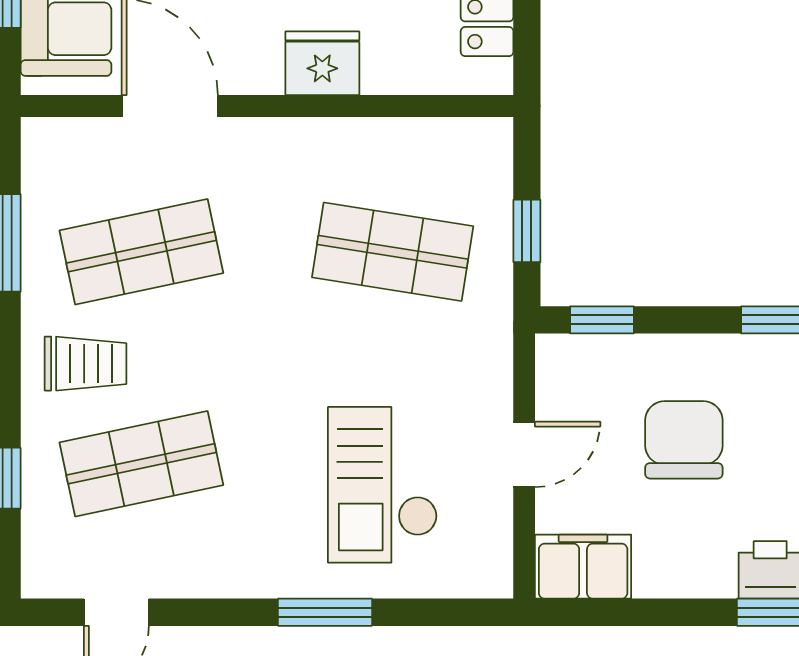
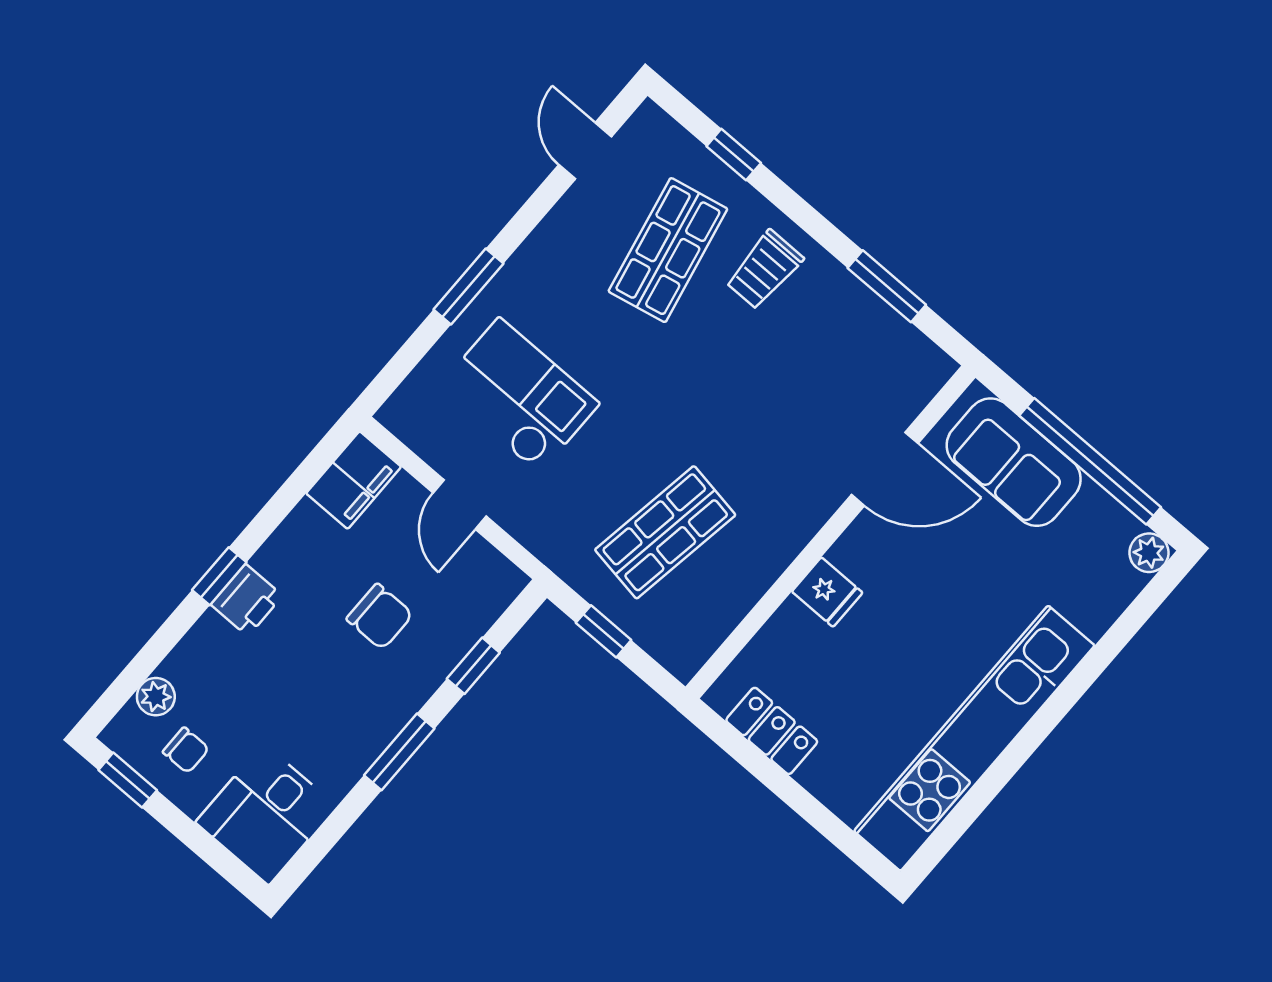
fridge: (322, 63) -> (827, 592), width x0.72
shop shelf: (141, 252) -> (806, 369), removed
window: (602, 320) -> (473, 666), moved
chair: (684, 440) -> (380, 617), width x0.73, depth x0.73

